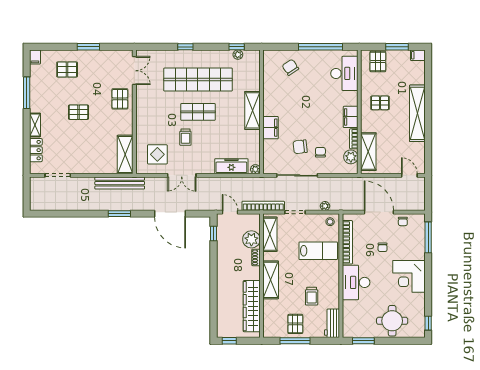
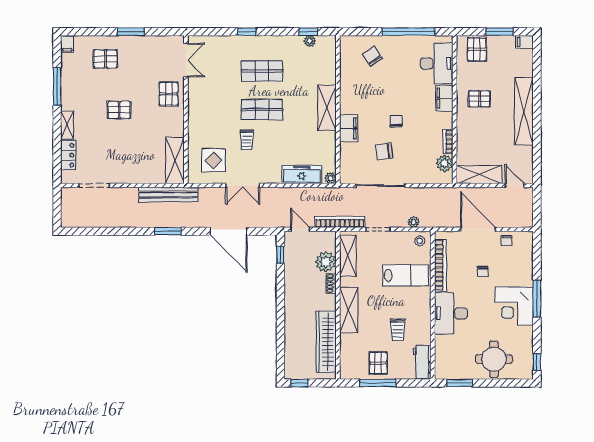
shop shelf: (198, 80) -> (262, 71), width x0.50, depth x0.74
filing cabinet: (351, 117) -> (444, 98), moved
chair: (320, 152) -> (396, 122), moved
shelving: (368, 152) -> (479, 175), moved, turned 90
window: (428, 237) -> (537, 299), moved

